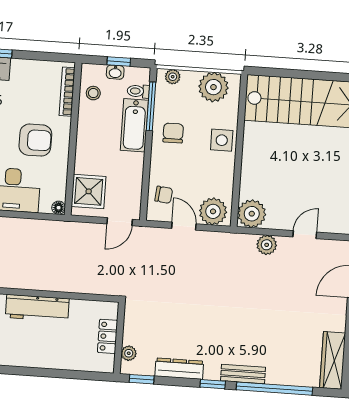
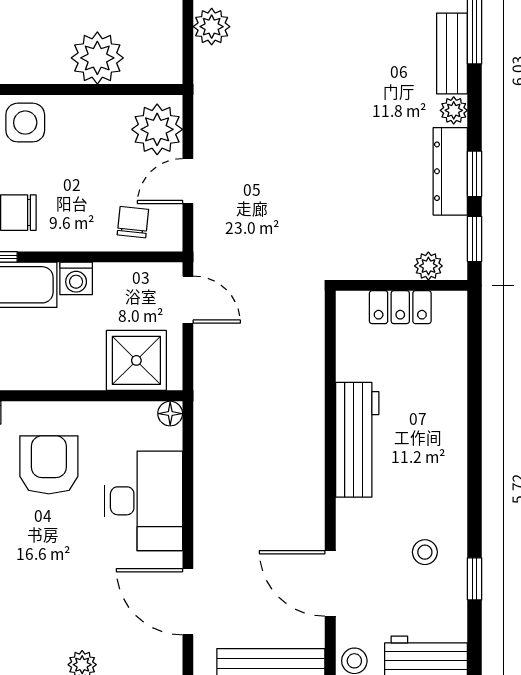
washing machine: (135, 162) -> (76, 278), added
plant: (252, 214) -> (97, 58), moved
plant: (212, 373) -> (454, 110), added
window: (213, 384) -> (475, 174), moved

